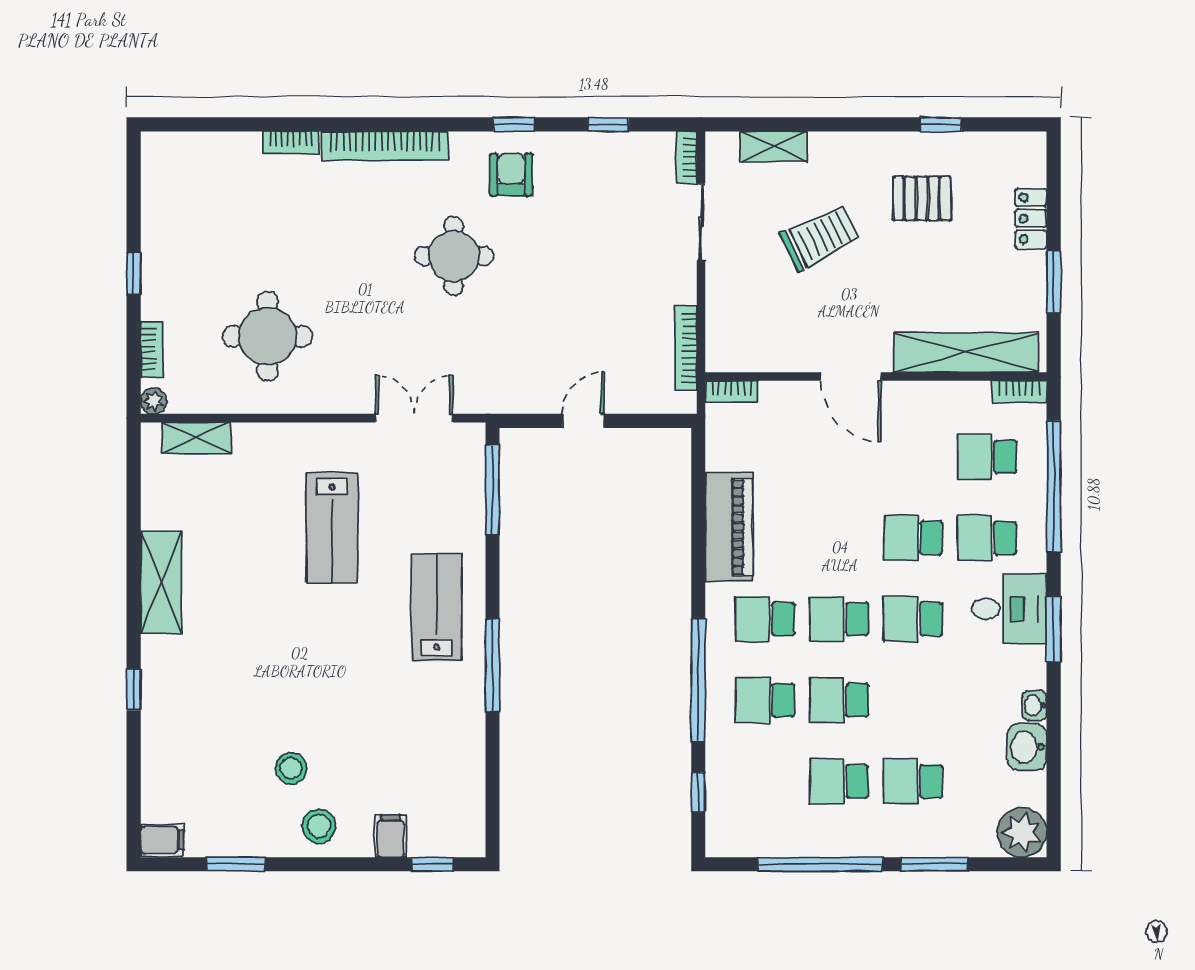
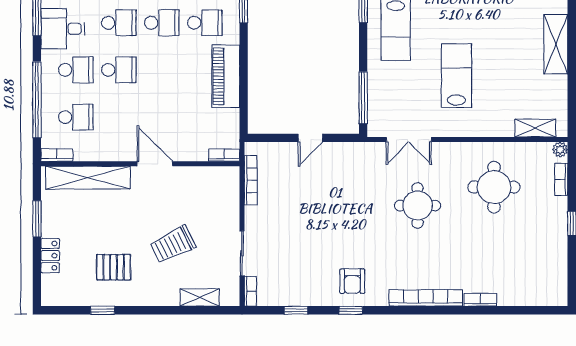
round table: (454, 256) -> (418, 205), moved

